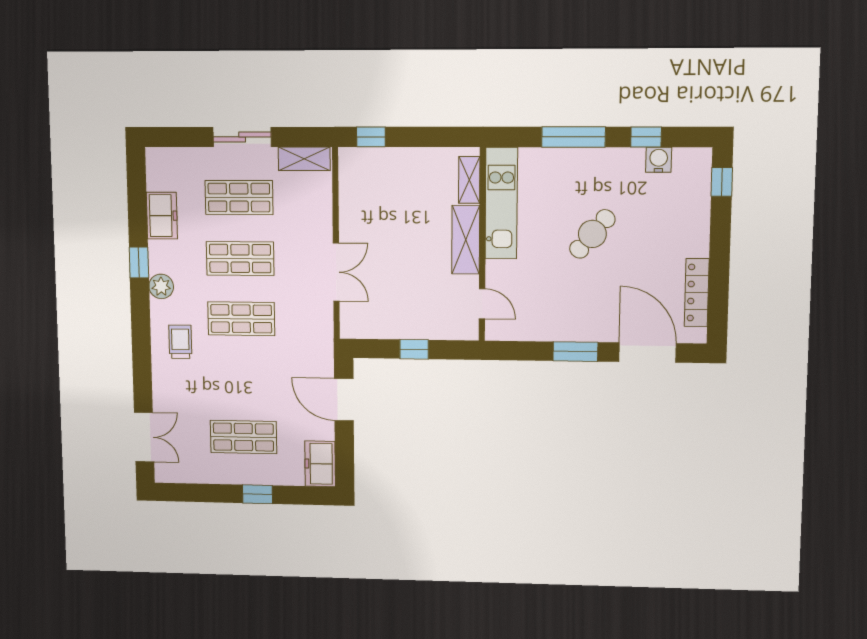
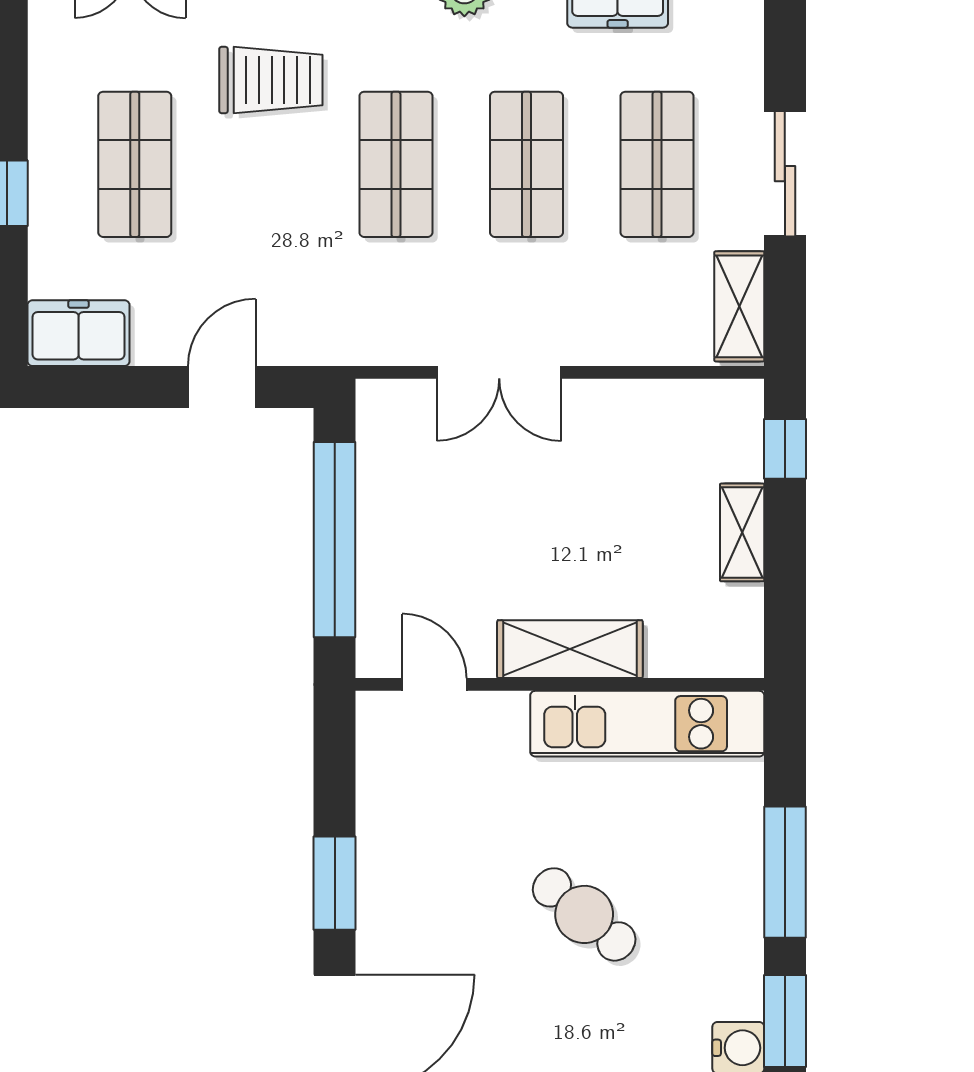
window: (646, 137) -> (785, 1021), width x1.50
shelving: (469, 180) -> (742, 532), moved, turned 90
door: (482, 304) -> (434, 684), swing flipped
trolley: (180, 342) -> (271, 80), moved, width x1.36, depth x1.39
window: (414, 349) -> (335, 540), width x3.17
door: (344, 400) -> (222, 387), width x0.73

